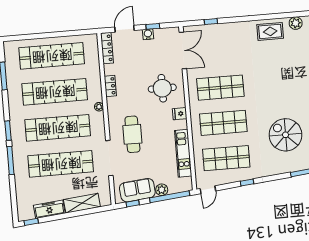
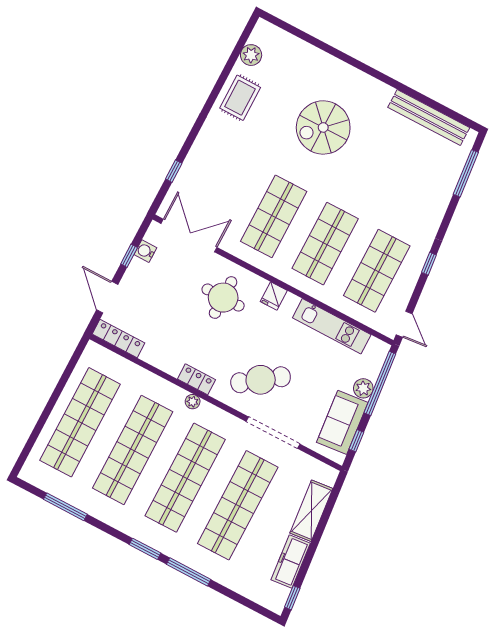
water cooler: (148, 34) -> (145, 251), moved
locker: (110, 86) -> (197, 379), moved
cafe table: (132, 134) -> (261, 380), turned -36
spiral stairs: (285, 135) -> (323, 127), moved

